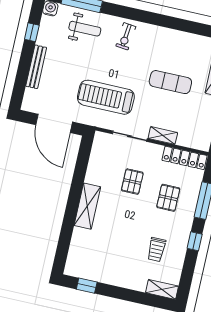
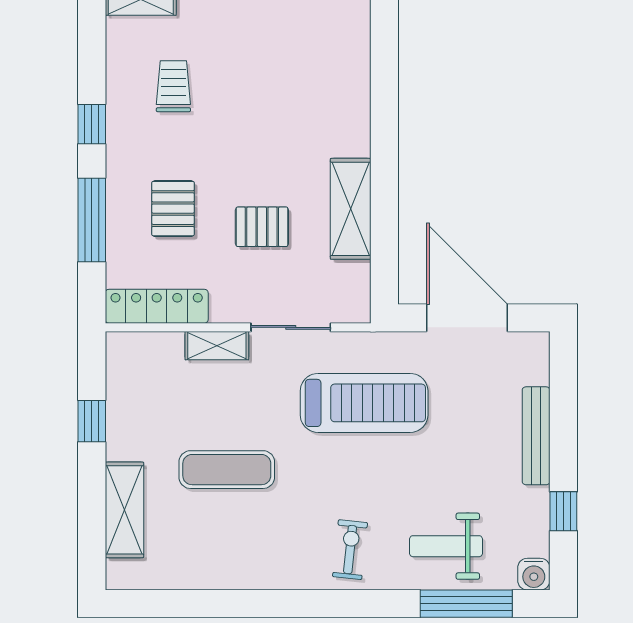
pallet: (132, 182) -> (262, 227), turned 90
shelving: (87, 206) -> (351, 209), moved

